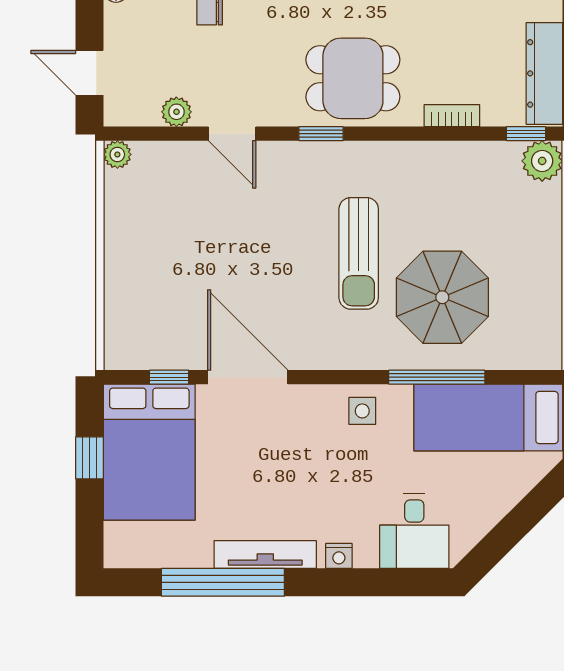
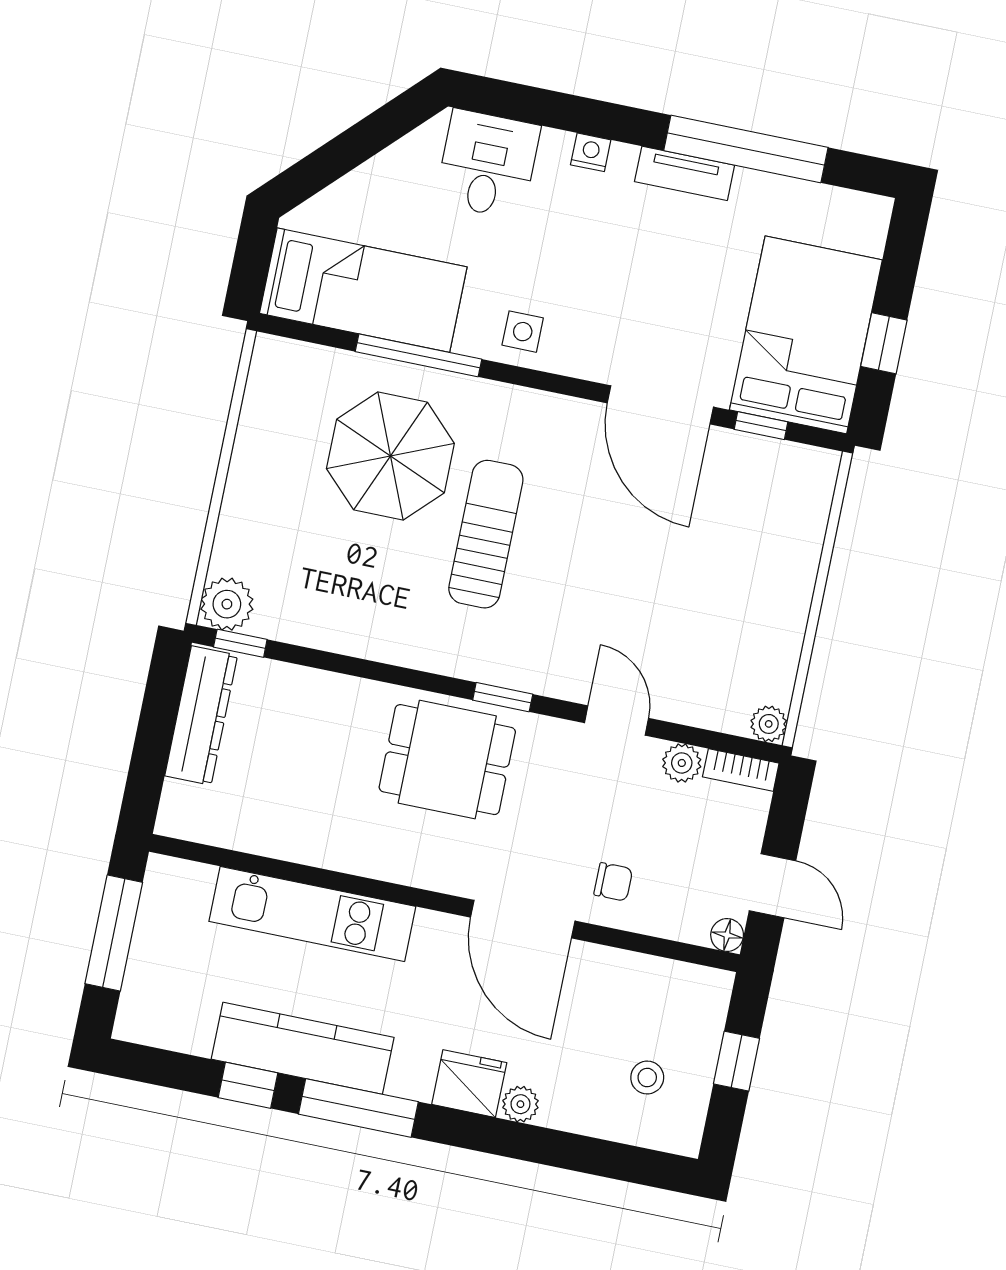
door: (90, 73) -> (773, 886), moved
bookcase: (452, 116) -> (741, 770), moved
tv unit: (265, 555) -> (685, 173), width x0.71

